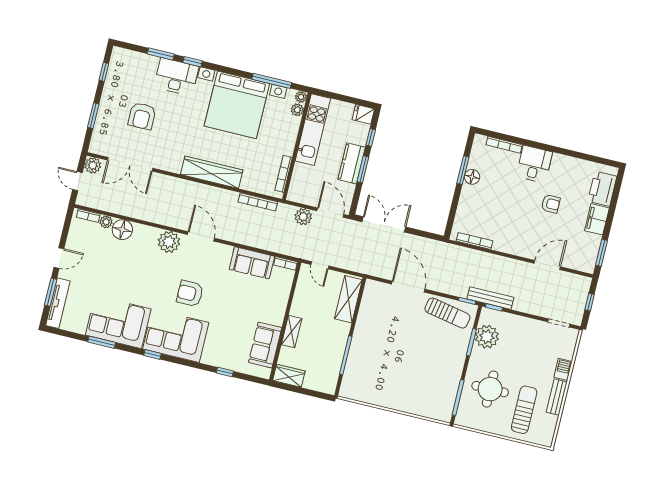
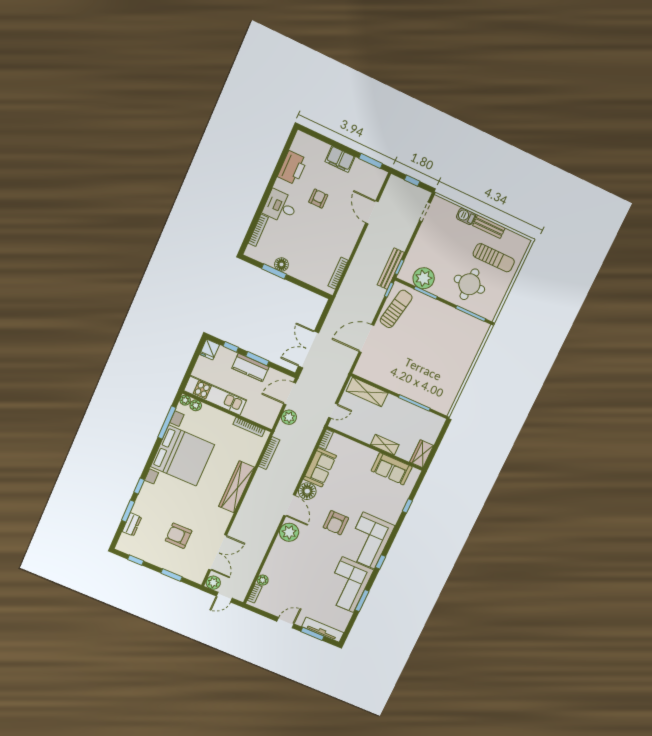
dresser: (146, 61) -> (132, 524), added
desk: (176, 77) -> (150, 502), removed
armchair: (142, 116) -> (179, 536), turned 180
printer: (602, 189) -> (292, 168), moved, turned -90
floor lamp: (122, 230) -> (307, 491), moved
door: (201, 236) -> (290, 505), swing flipped
door: (59, 258) -> (285, 623), hinge flipped
sun lounger: (524, 410) -> (494, 258), turned 180

